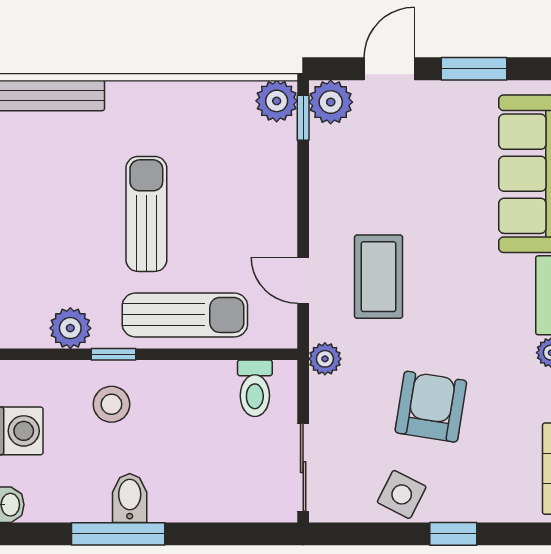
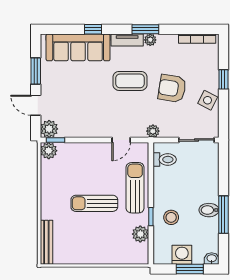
coffee table: (379, 277) -> (130, 81), moved

